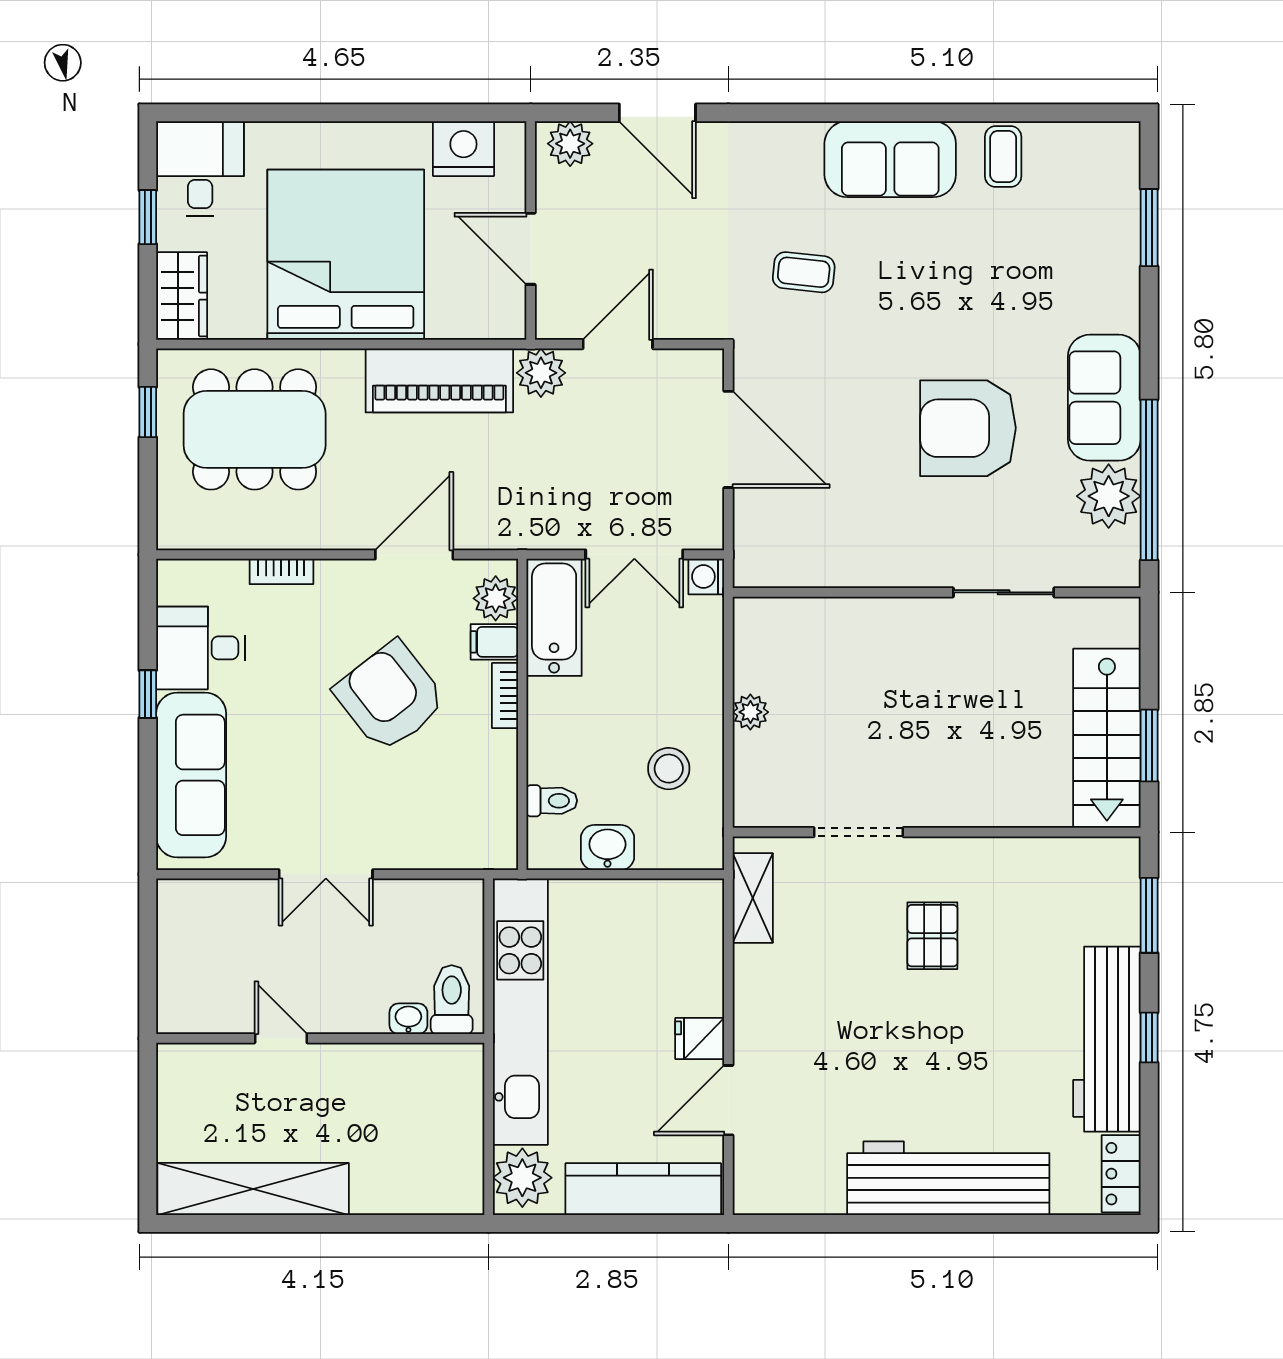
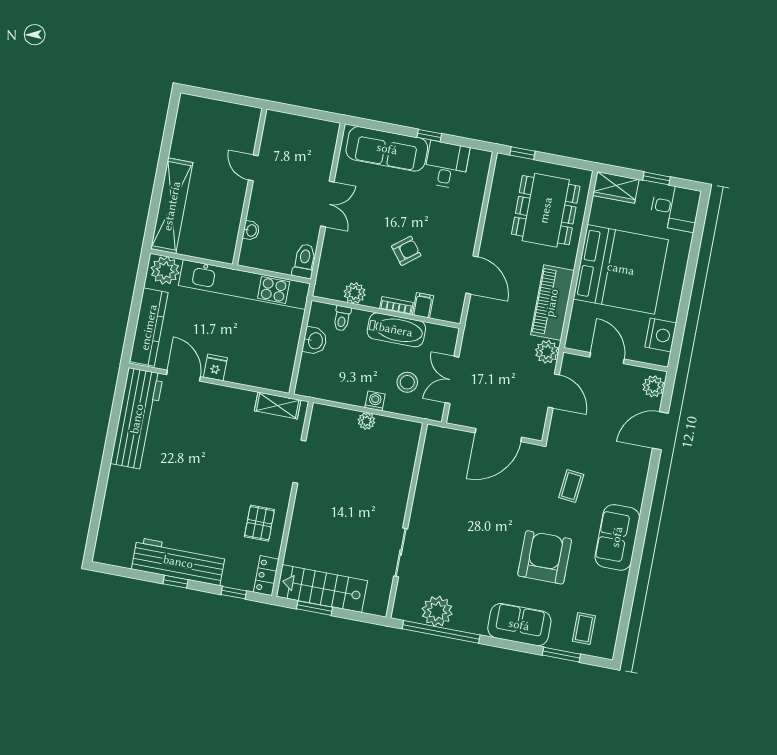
coffee table: (1003, 156) -> (584, 629), moved, turned 90
door: (531, 249) -> (607, 358), hinge flipped
sofa: (1104, 398) -> (519, 625), moved
window: (148, 412) -> (522, 153), moved
armchair: (968, 428) -> (545, 557), moved
bookcase: (281, 571) -> (476, 210), removed
washing machine: (706, 577) -> (375, 401), moved
plant: (496, 598) -> (355, 293), moved
bathtub: (554, 617) -> (396, 330), moved
armchair: (390, 697) -> (406, 251), width x0.53, depth x0.53
stool: (669, 769) -> (407, 382), moved
double door: (326, 874) -> (327, 204), swing flipped
window: (1149, 915) -> (234, 593), width x0.67
pallet: (932, 936) -> (259, 523), moved, turned 90
toilet: (452, 1000) -> (304, 261), moved, turned -90
door: (281, 1038) -> (253, 168), swing flipped
locker: (1121, 1174) -> (266, 576), moved, turned -90
workbench: (948, 1178) -> (137, 419), moved
shelving: (253, 1189) -> (172, 206), moved

